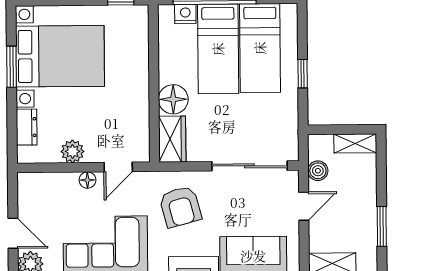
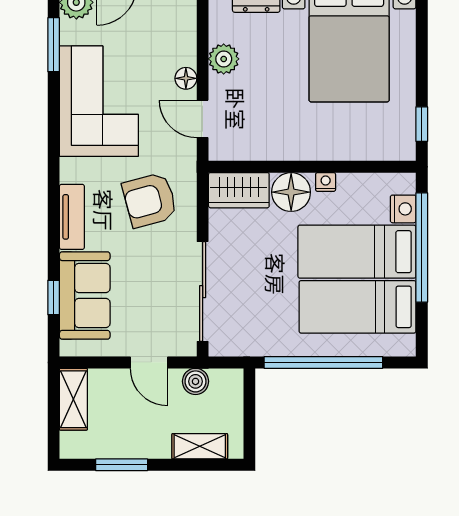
nightstand: (165, 73) -> (326, 182), added
window: (303, 74) -> (323, 362), width x3.17
shelving: (355, 143) -> (200, 446), moved, turned 90

